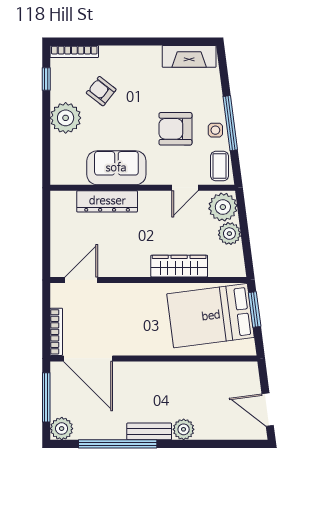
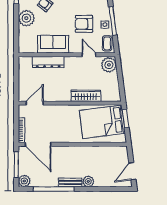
door: (185, 188) -> (89, 55), swing flipped
plant: (229, 234) -> (112, 79), removed
door: (268, 410) -> (132, 171), hinge flipped

